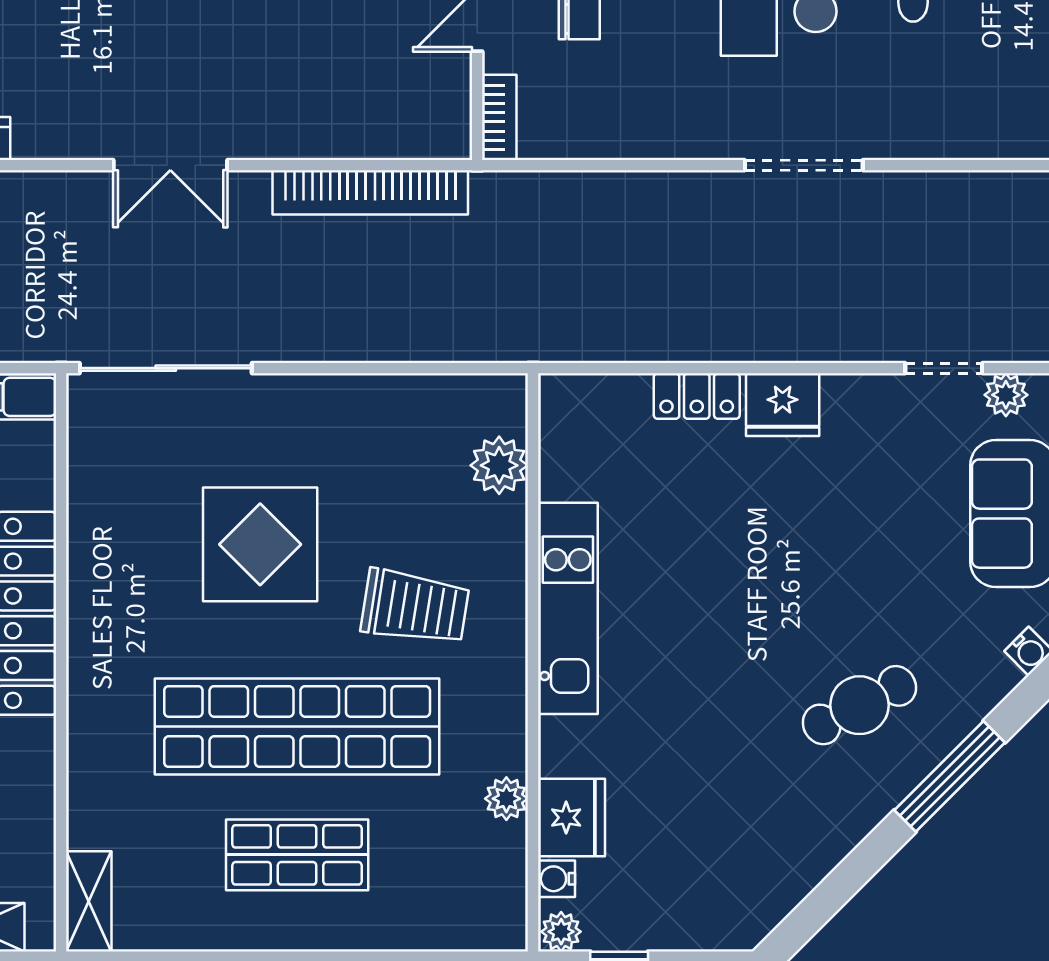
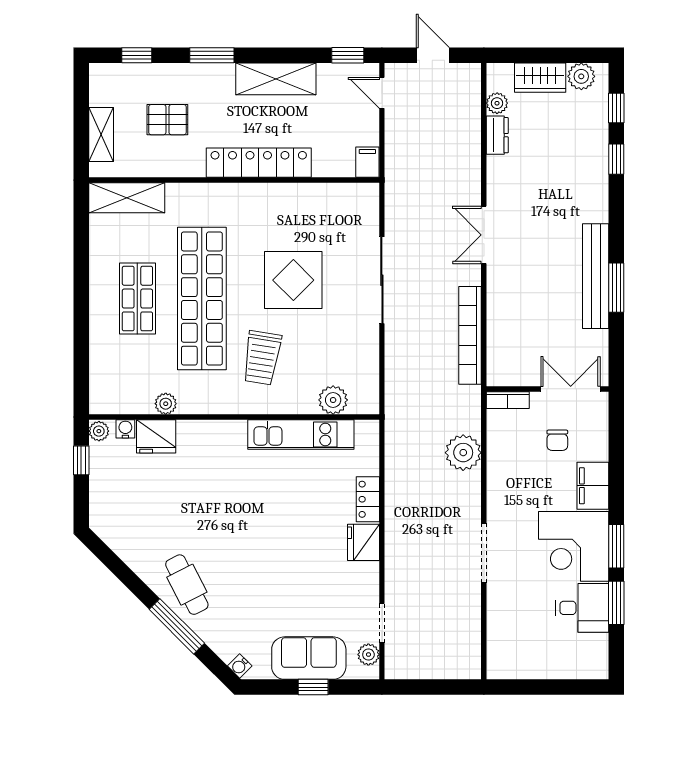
plant: (604, 206) -> (463, 453), added
sliding door: (166, 368) -> (382, 280), moved
kitchen unit: (568, 608) -> (301, 435), moved
cafe table: (859, 705) -> (187, 585), moved
shelving: (89, 901) -> (127, 198), width x1.50, depth x1.33

